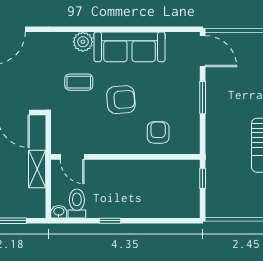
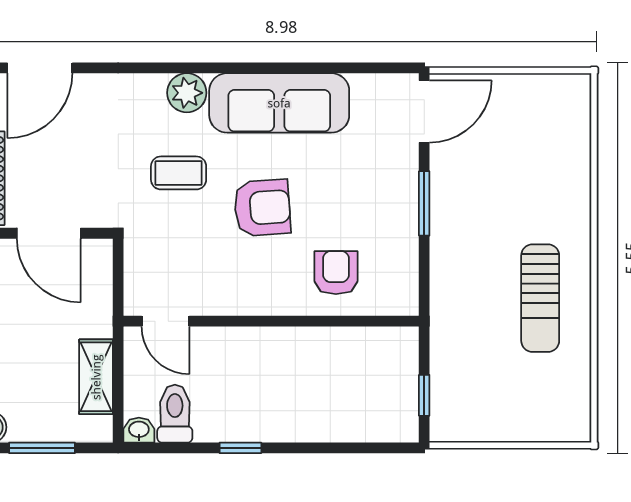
door: (203, 51) -> (424, 112), hinge flipped
shelving: (37, 169) -> (96, 377), moved
window: (203, 178) -> (424, 395), moved

